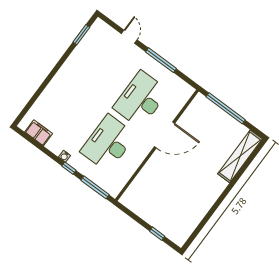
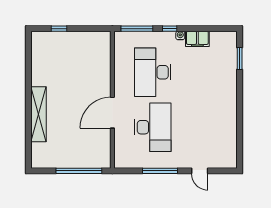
window: (81, 35) -> (240, 59), moved
filing cabinet: (39, 133) -> (197, 39), moved
desk: (108, 143) -> (153, 72), turned 180
shelving: (240, 156) -> (38, 114), moved

